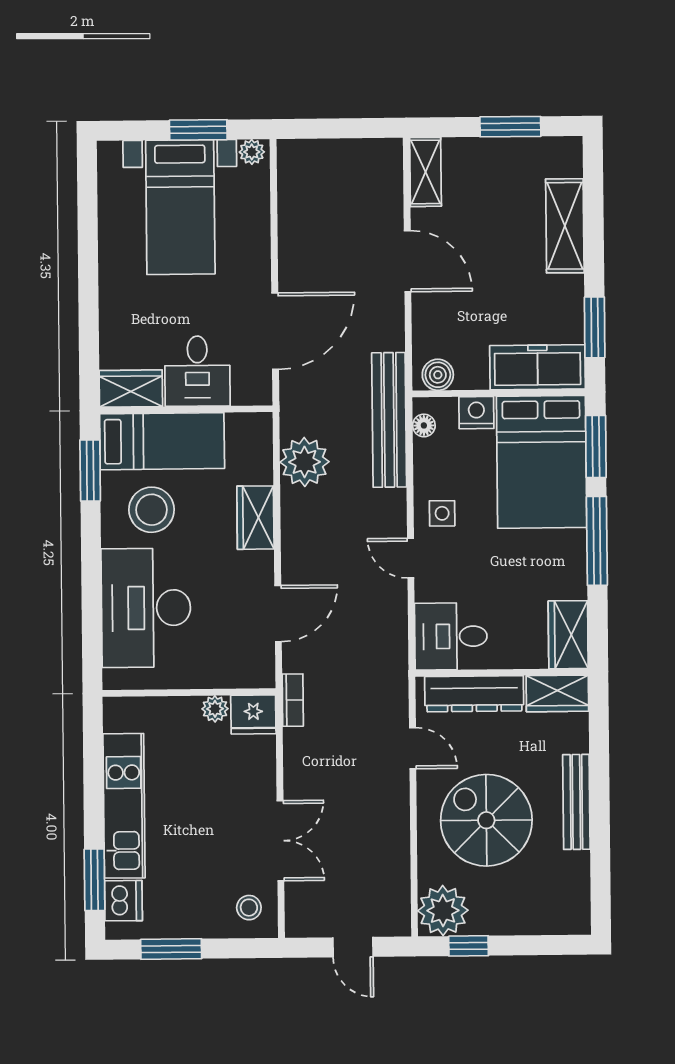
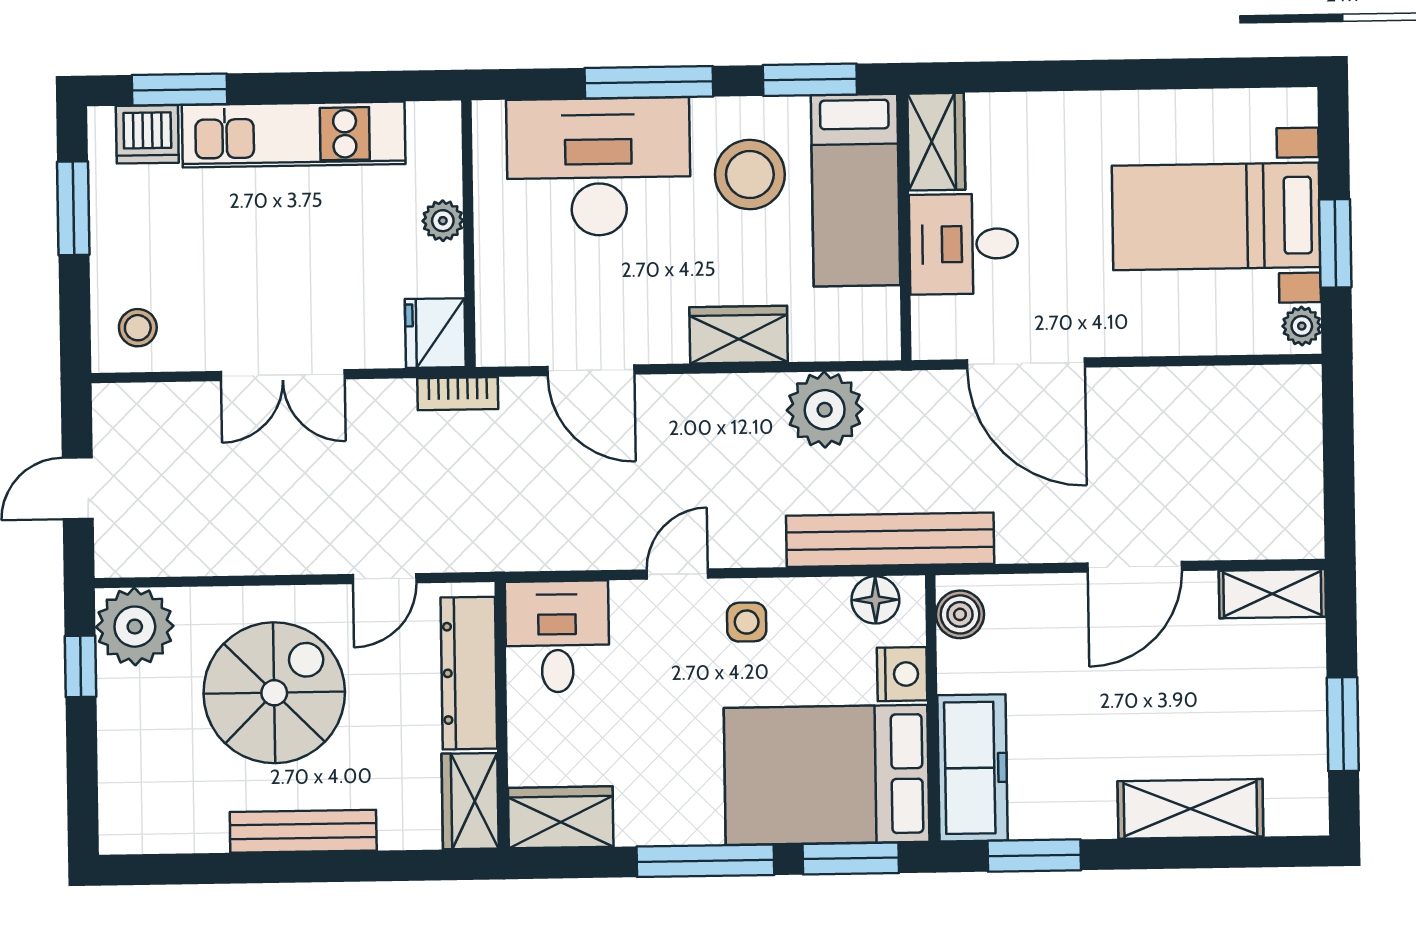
floor lamp: (424, 425) -> (875, 600), width x1.37, depth x1.37
window: (91, 575) -> (649, 82), added
plant: (215, 709) -> (443, 221), moved
double door: (280, 841) -> (283, 375), moved

